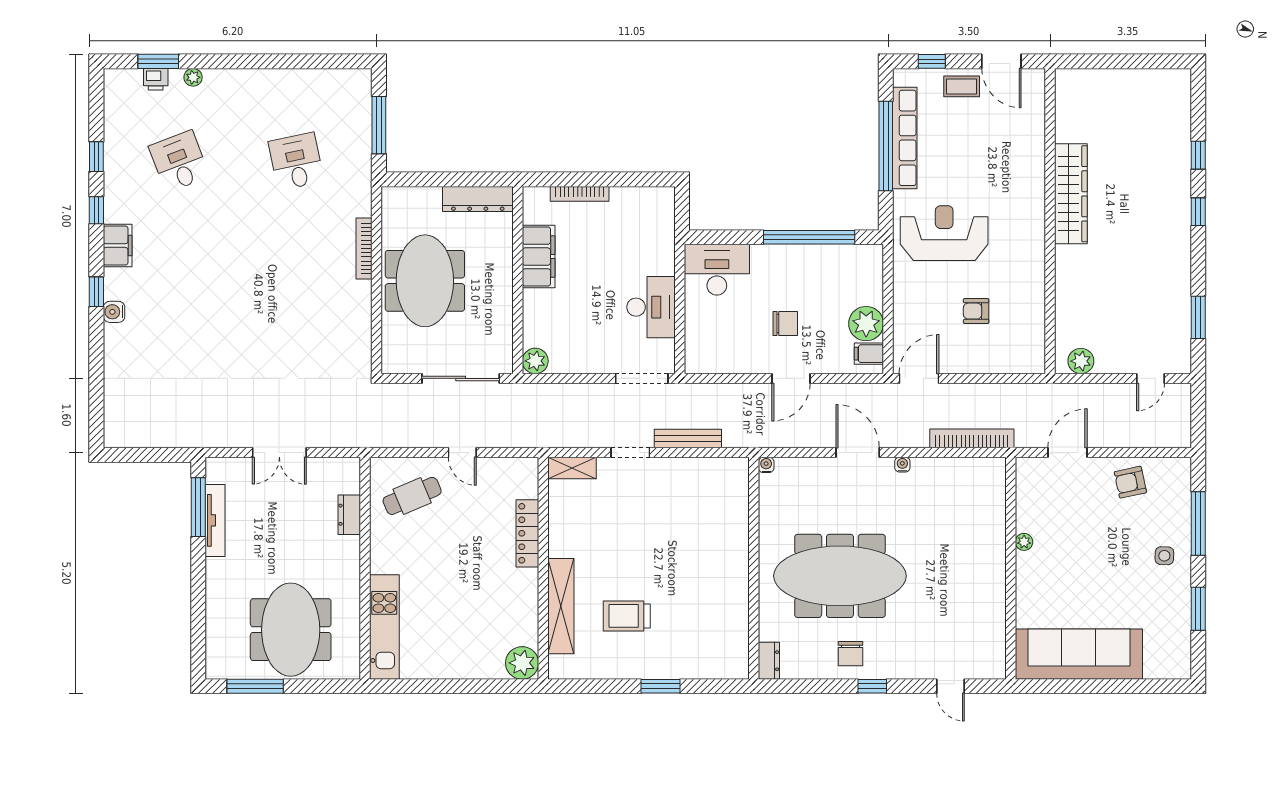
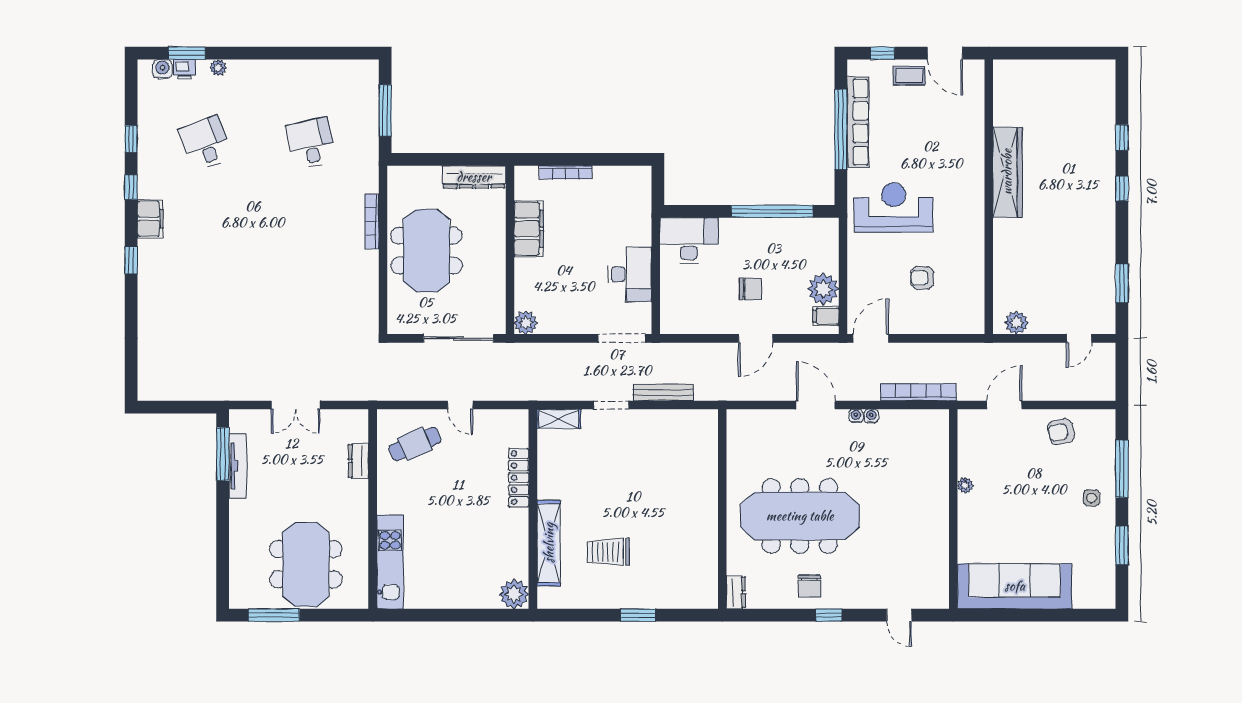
water cooler: (114, 312) -> (162, 69), moved, turned 90
water cooler: (766, 465) -> (871, 416), moved

